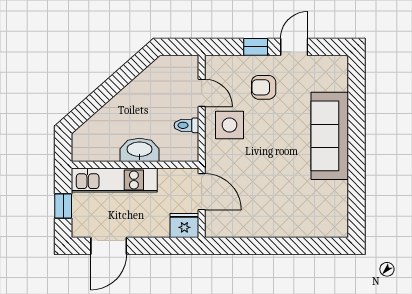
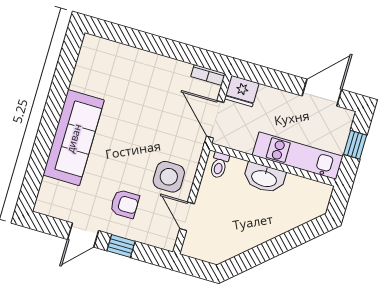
toilet: (186, 125) -> (219, 165), moved, turned 90
bookcase: (220, 231) -> (208, 75), added

